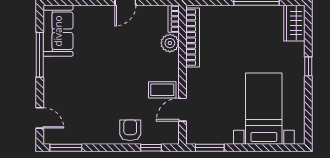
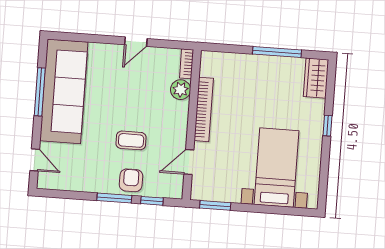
sofa: (58, 31) -> (64, 91), width x1.85, depth x1.27
bookcase: (193, 37) -> (204, 109), moved
coffee table: (162, 90) -> (131, 140), moved
window: (66, 148) -> (114, 198), moved

